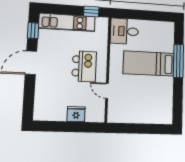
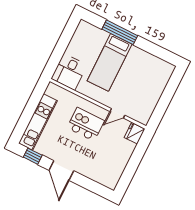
window: (91, 11) -> (37, 95), removed
fridge: (76, 114) -> (135, 133), moved

